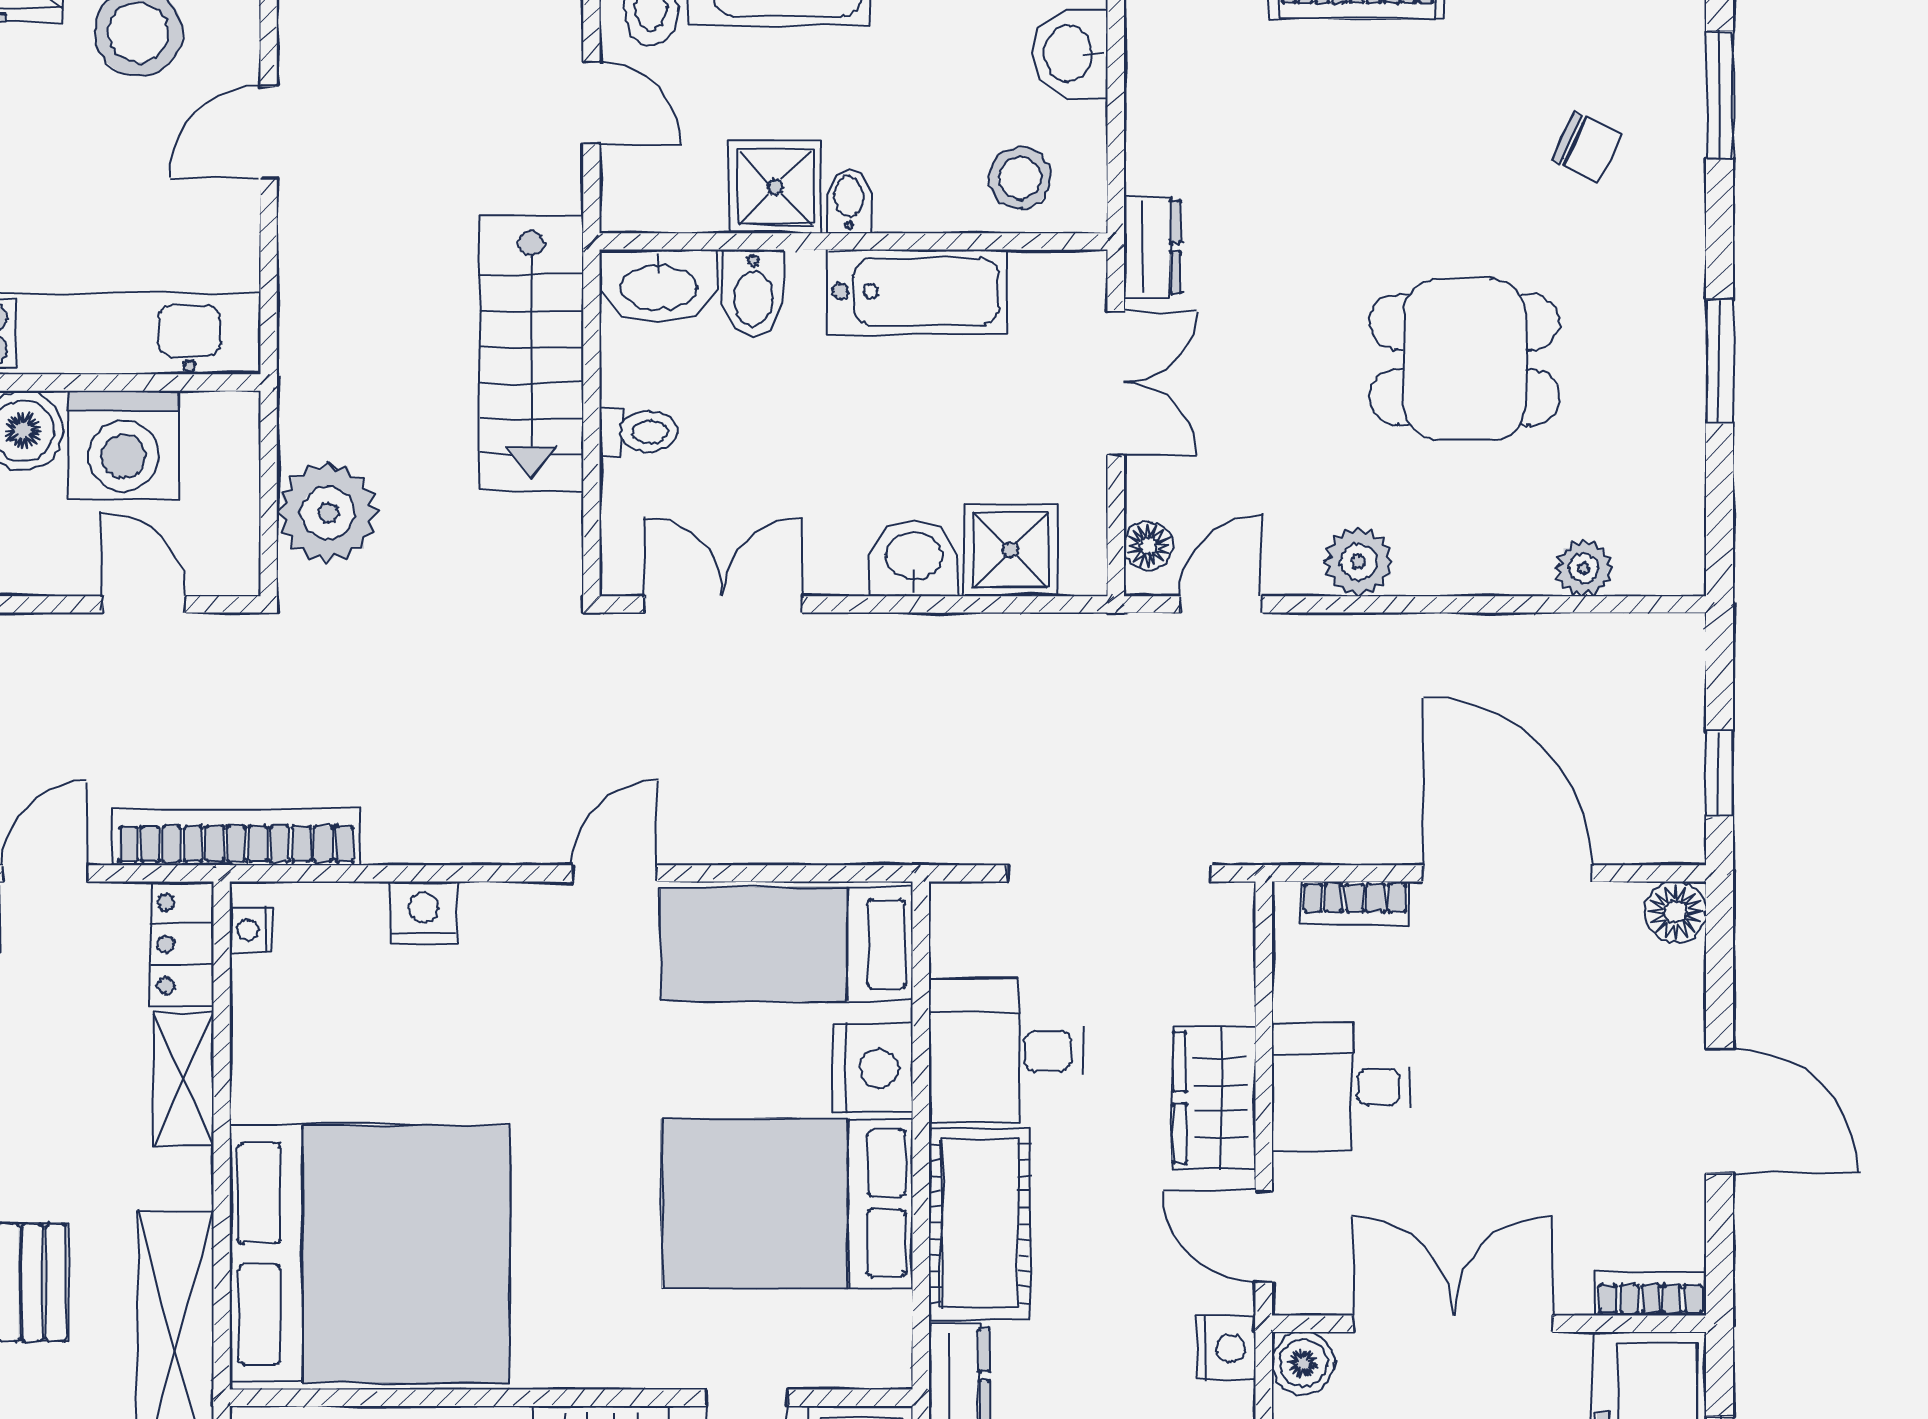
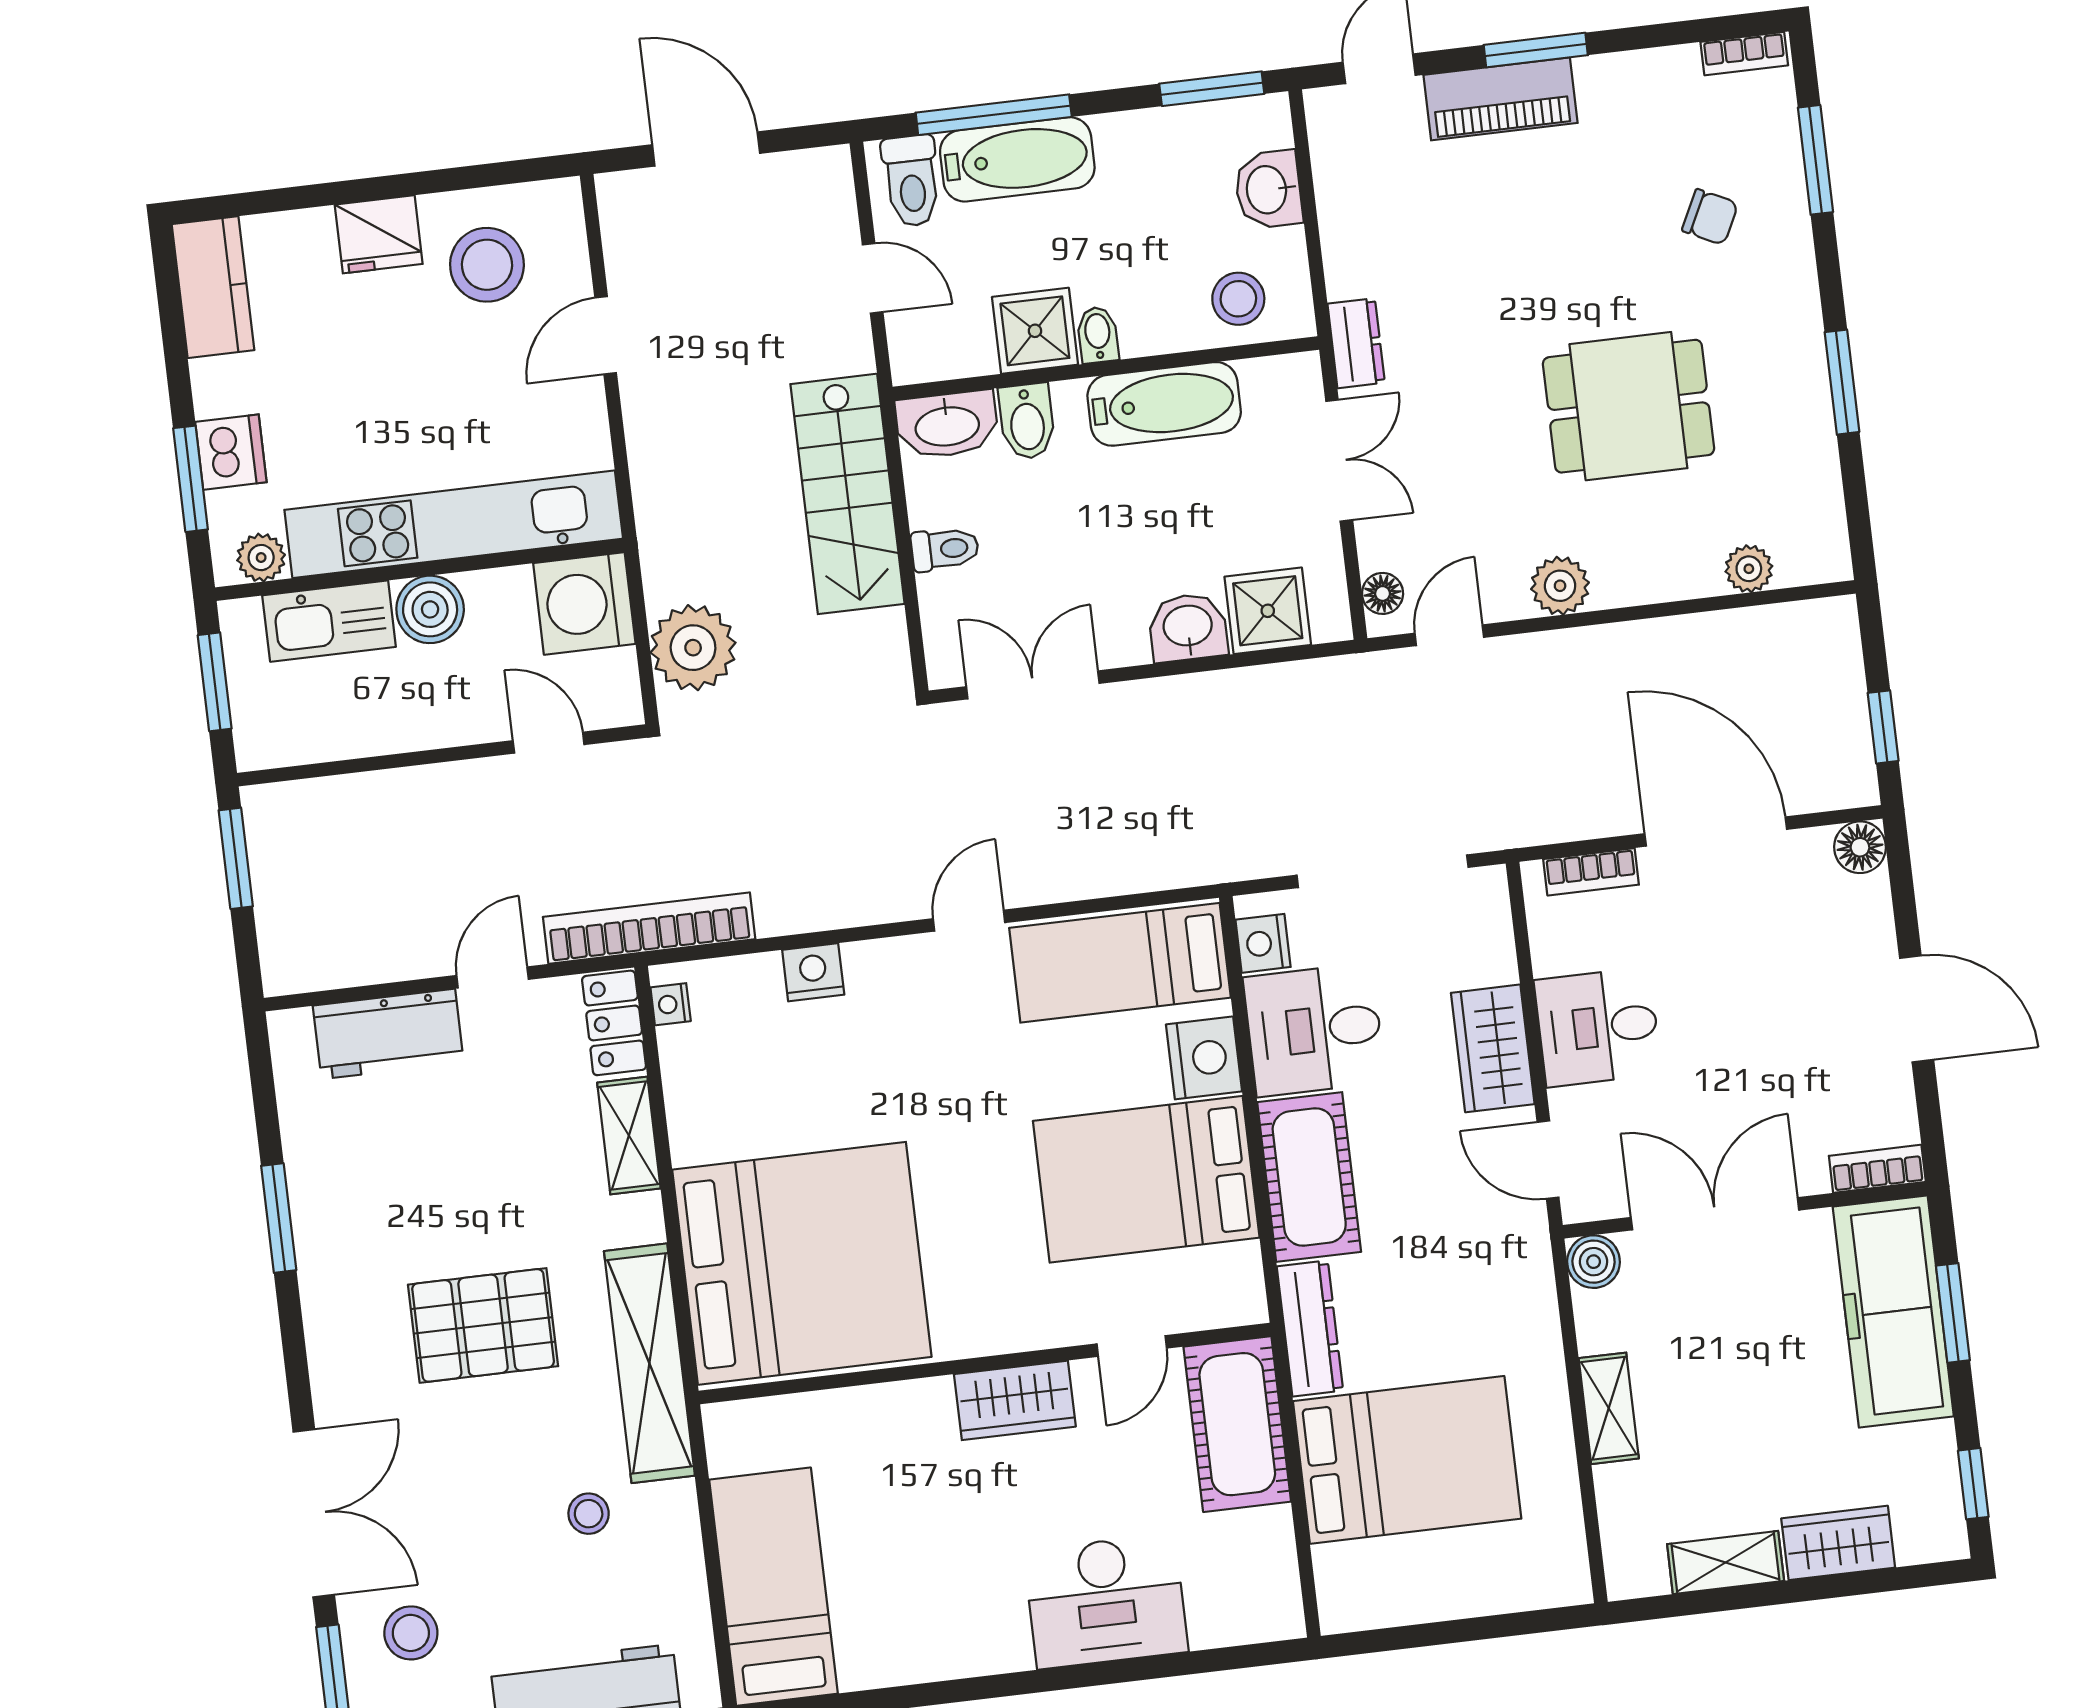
washing machine: (123, 445) -> (584, 603), moved, turned 90
nightstand: (1226, 1349) -> (1263, 943), moved, turned 180

